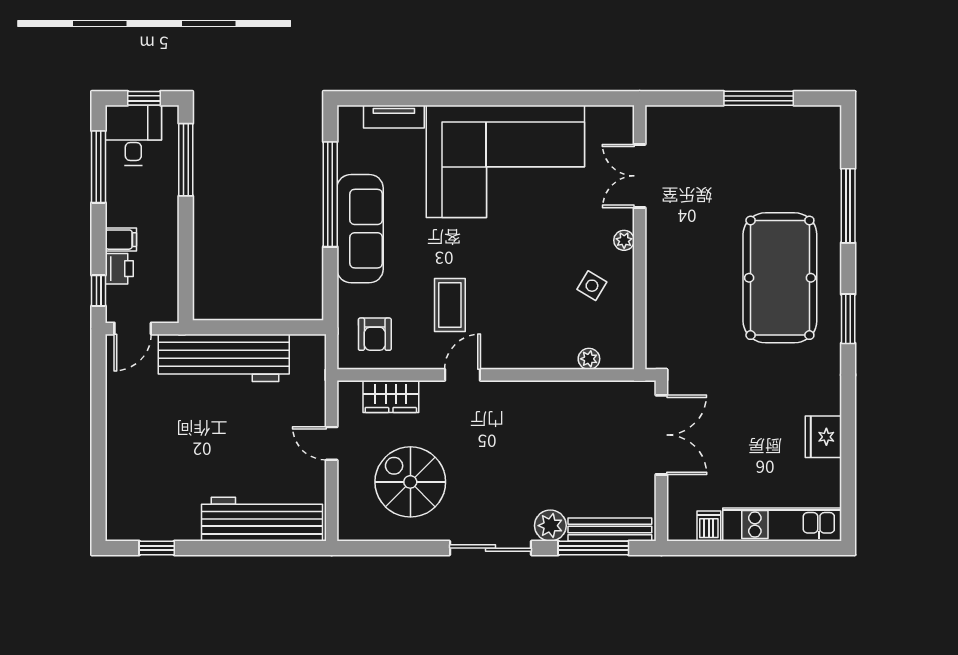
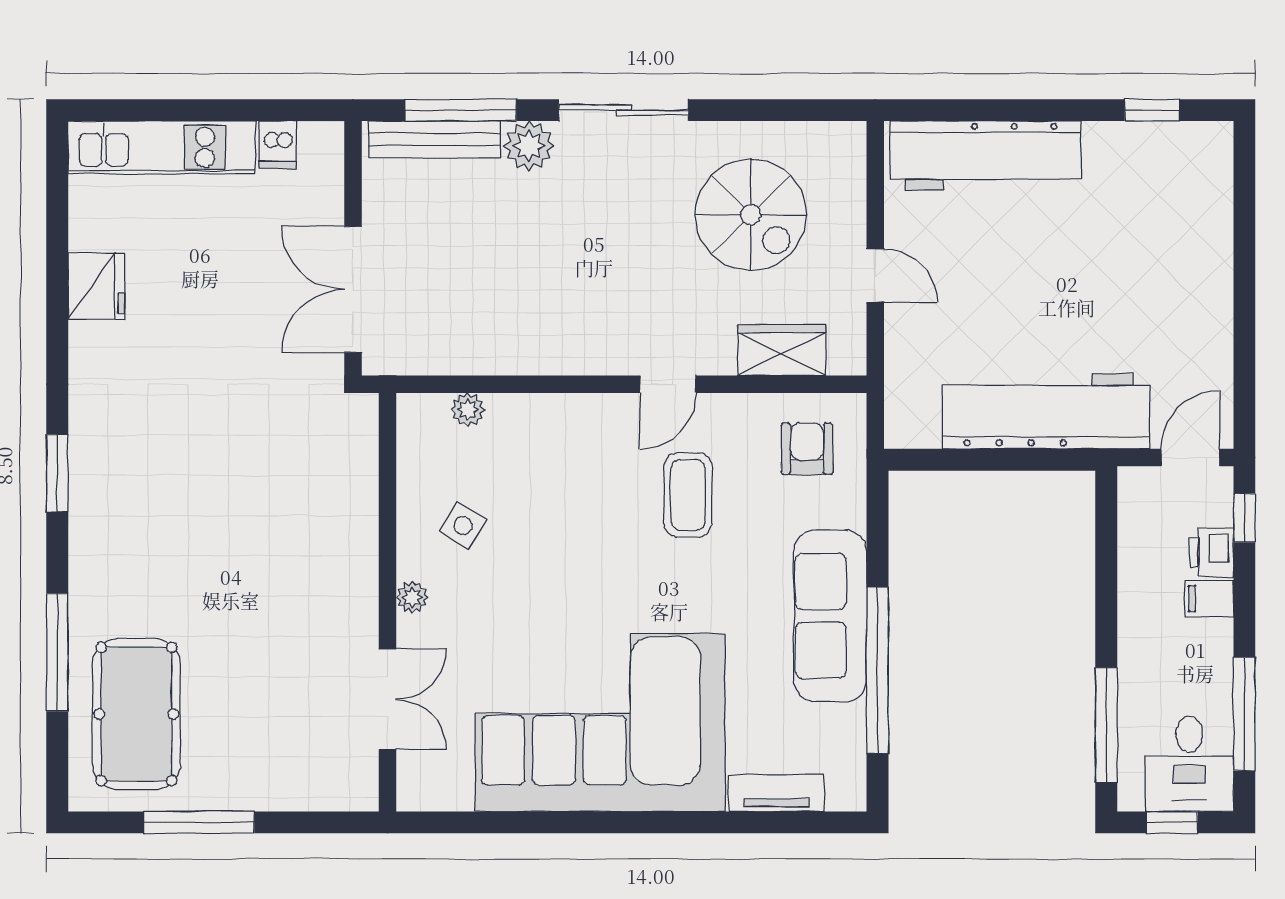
pool table: (780, 278) -> (136, 714), moved, width x0.73, depth x0.76

